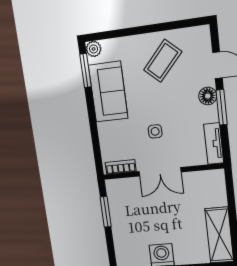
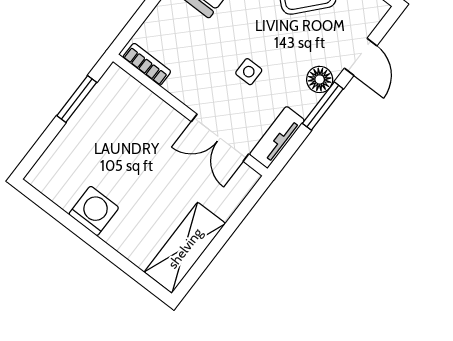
side table: (155, 131) -> (249, 72), moved
double door: (160, 172) -> (220, 138), moved

